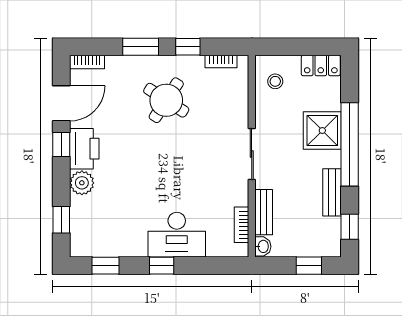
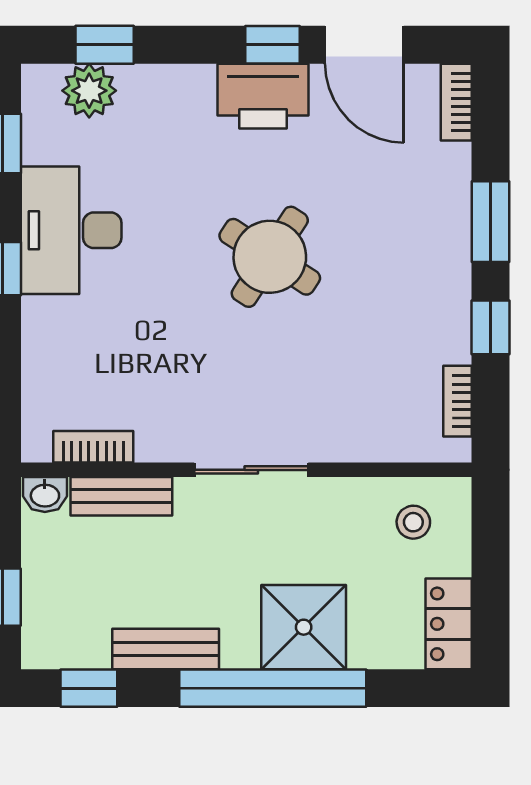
round table: (166, 100) -> (270, 257), moved
plant: (82, 183) -> (89, 91), moved
desk: (177, 235) -> (71, 230), moved

